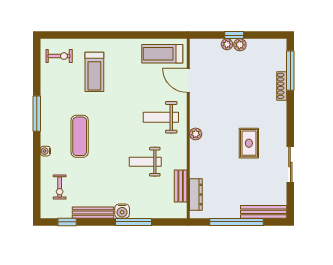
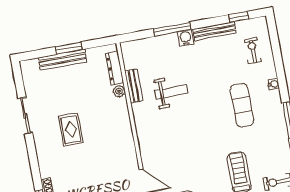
weight bench: (161, 117) -> (164, 139), removed
plant: (196, 134) -> (119, 91), moved
bench: (181, 186) -> (134, 86), moved
bench: (264, 212) -> (63, 60), moved
window: (237, 222) -> (69, 48), width x0.47

